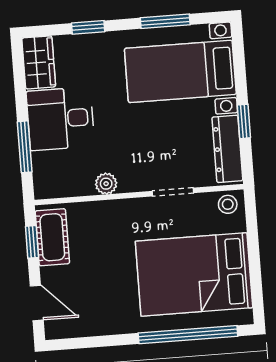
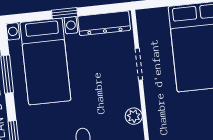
window: (244, 121) -> (65, 13), moved
stool: (228, 204) -> (147, 22), removed

